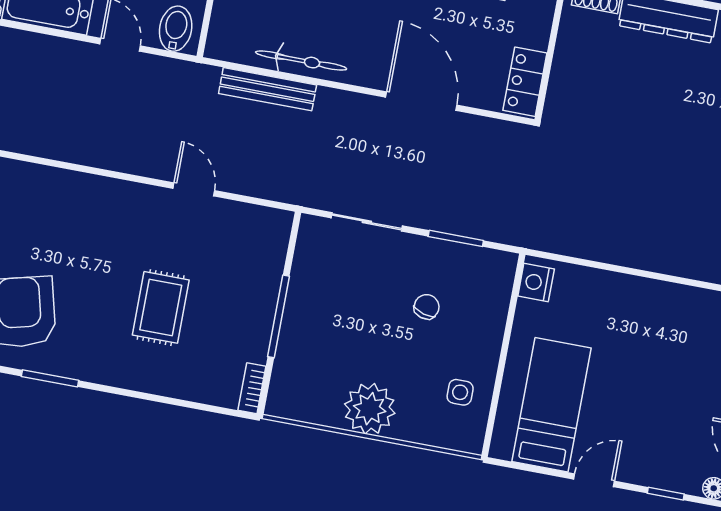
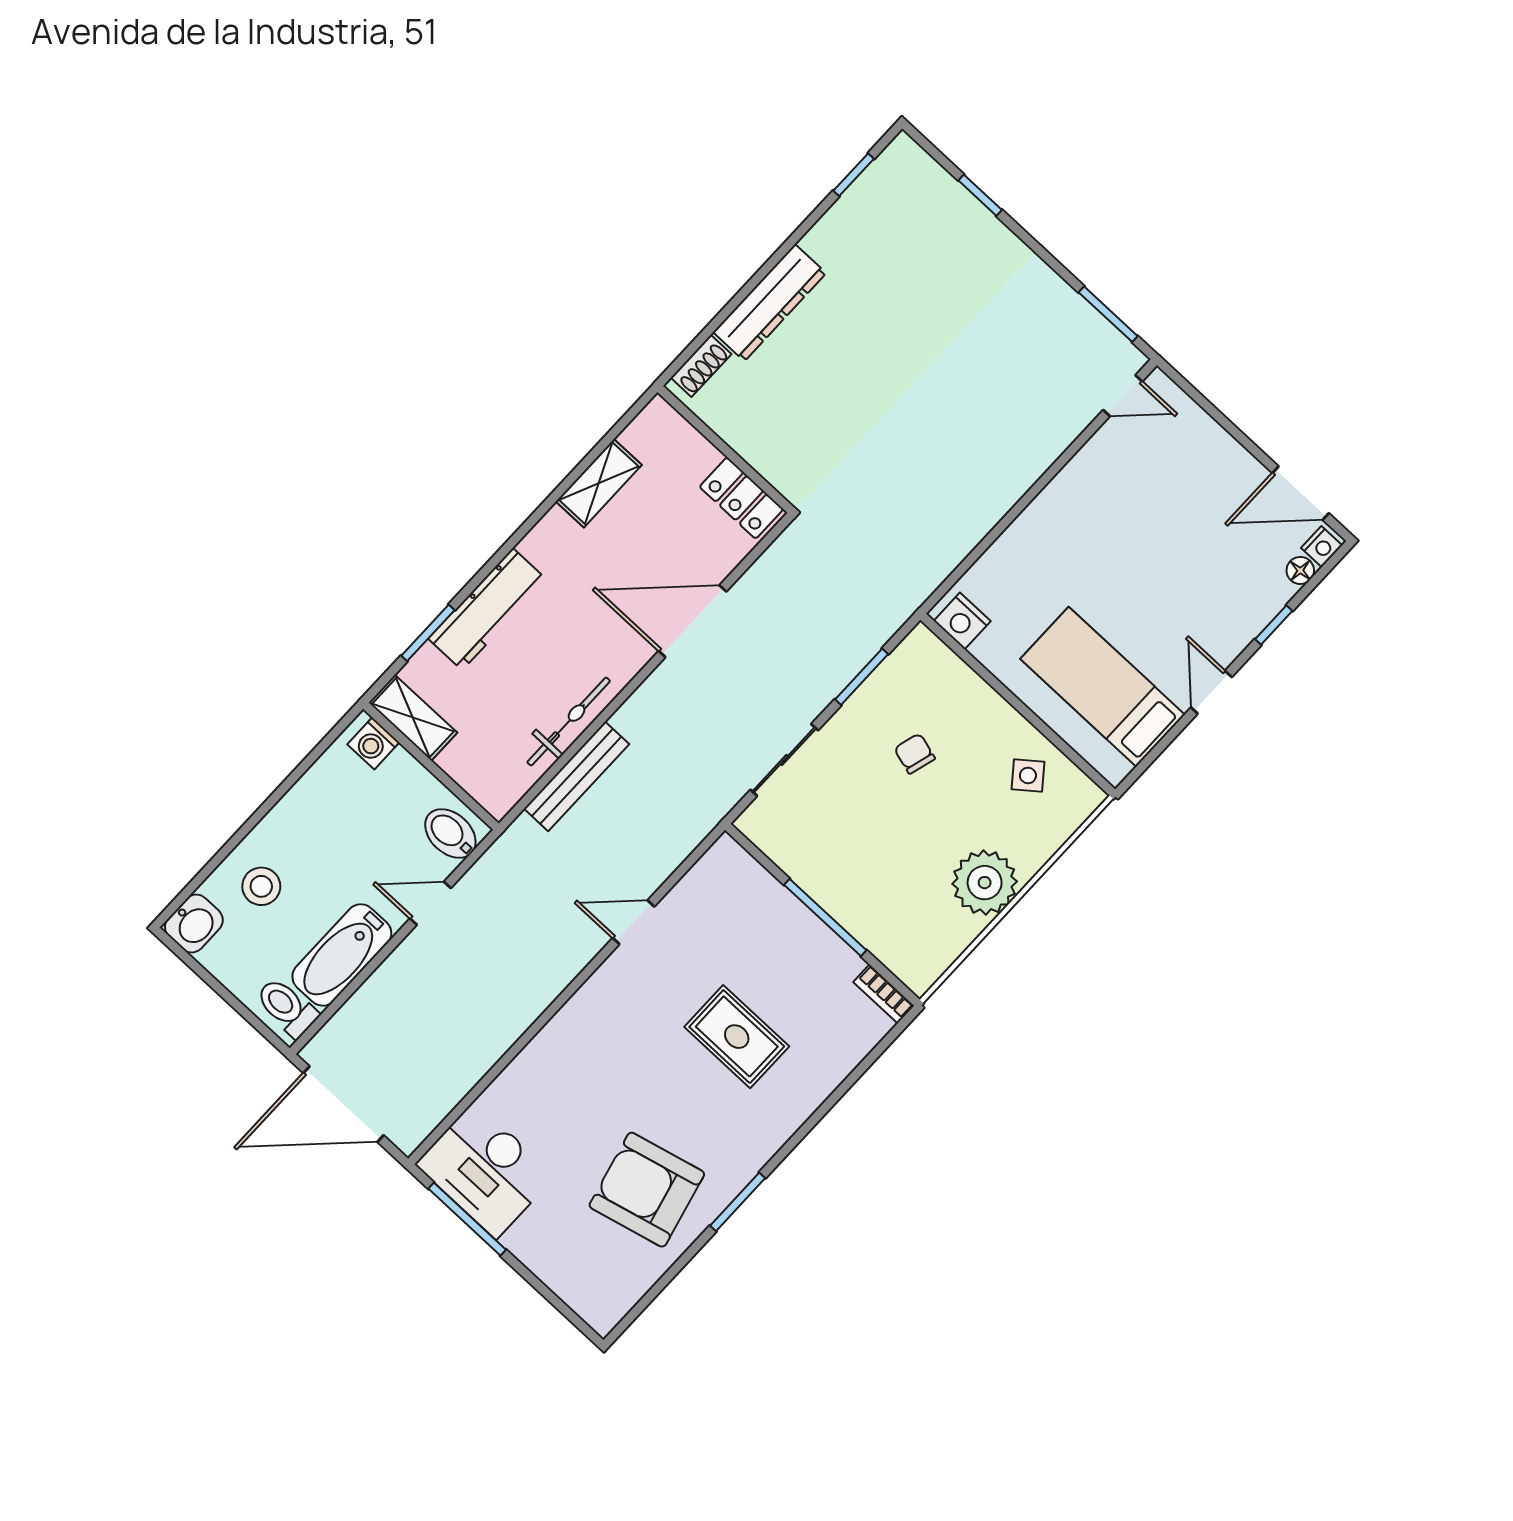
side table: (460, 392) -> (1028, 775), turned -38

